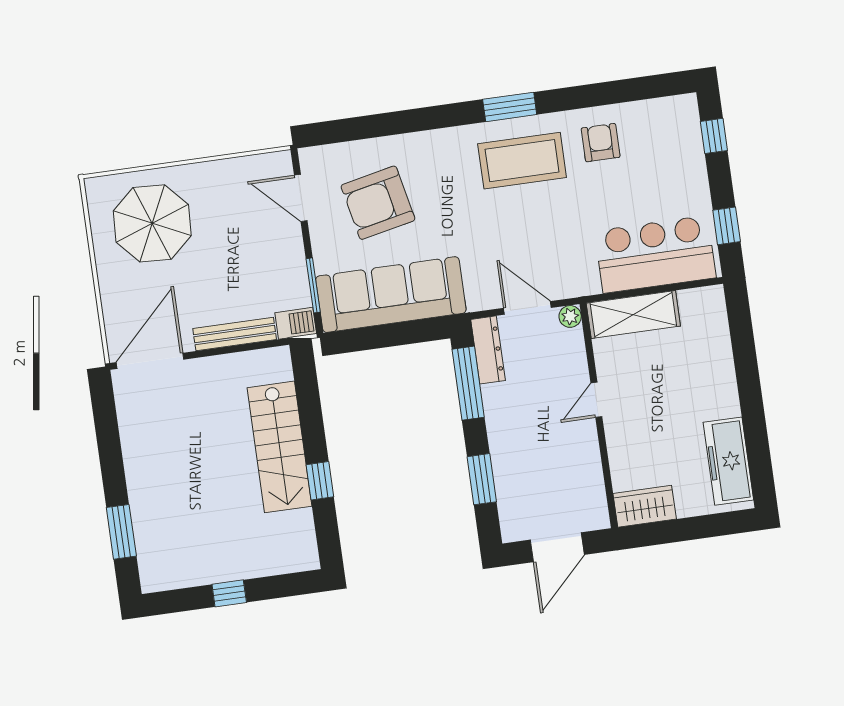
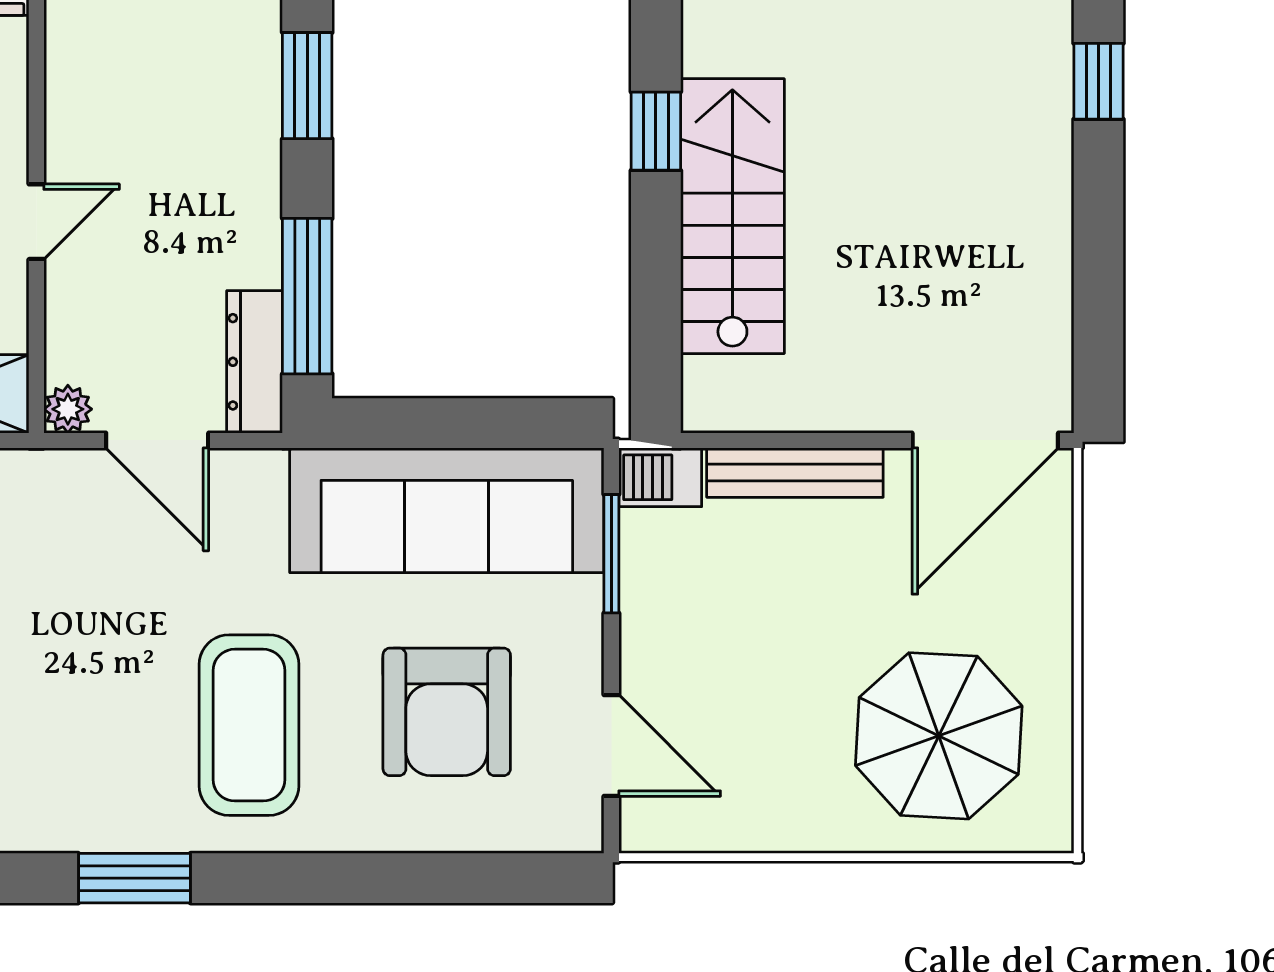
coffee table: (522, 161) -> (249, 725), moved, turned 90
armchair: (378, 203) -> (447, 712), turned 102
window: (121, 532) -> (1099, 81), width x0.67

